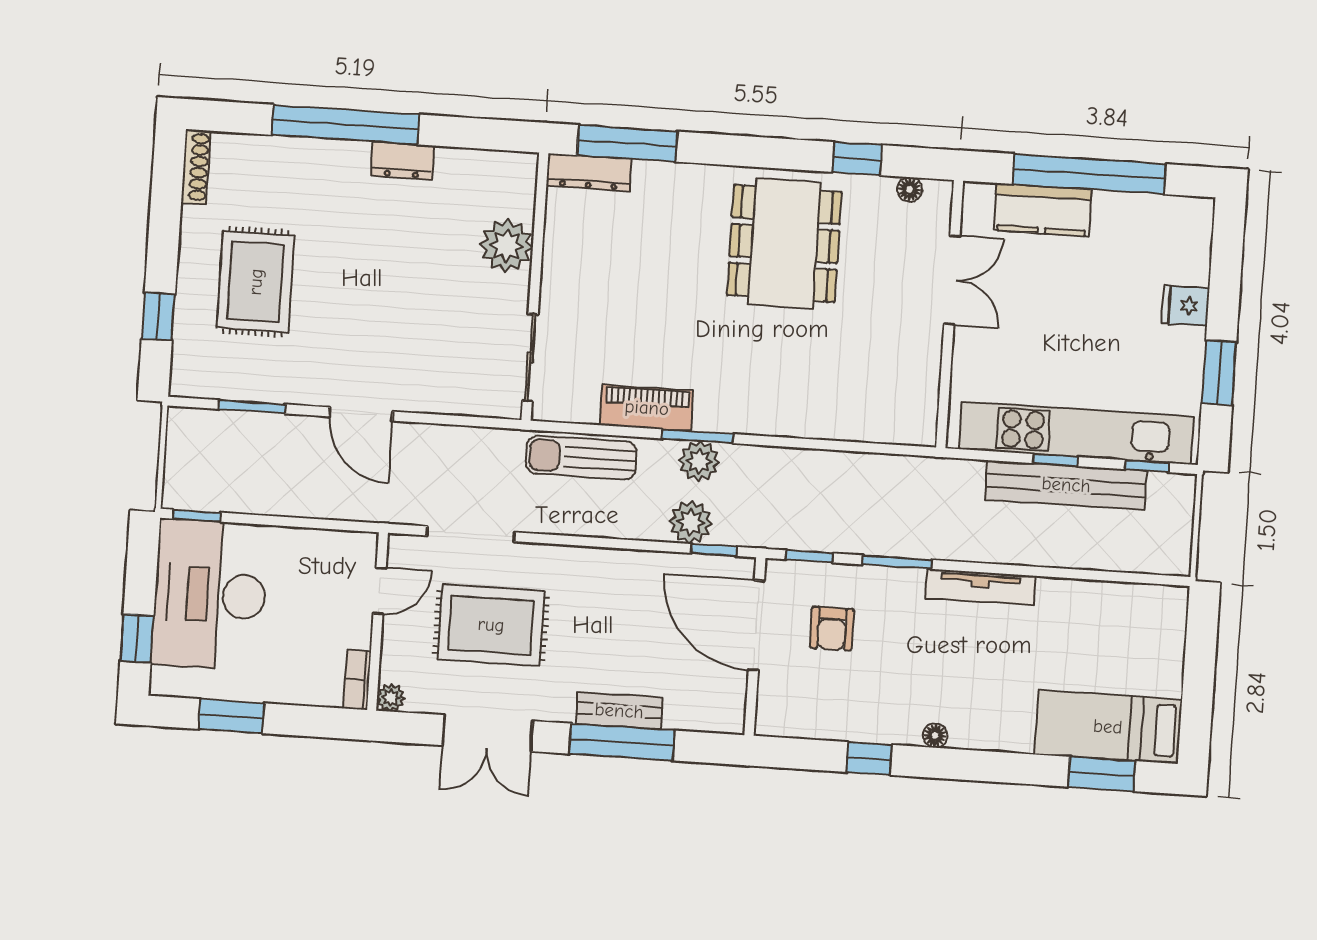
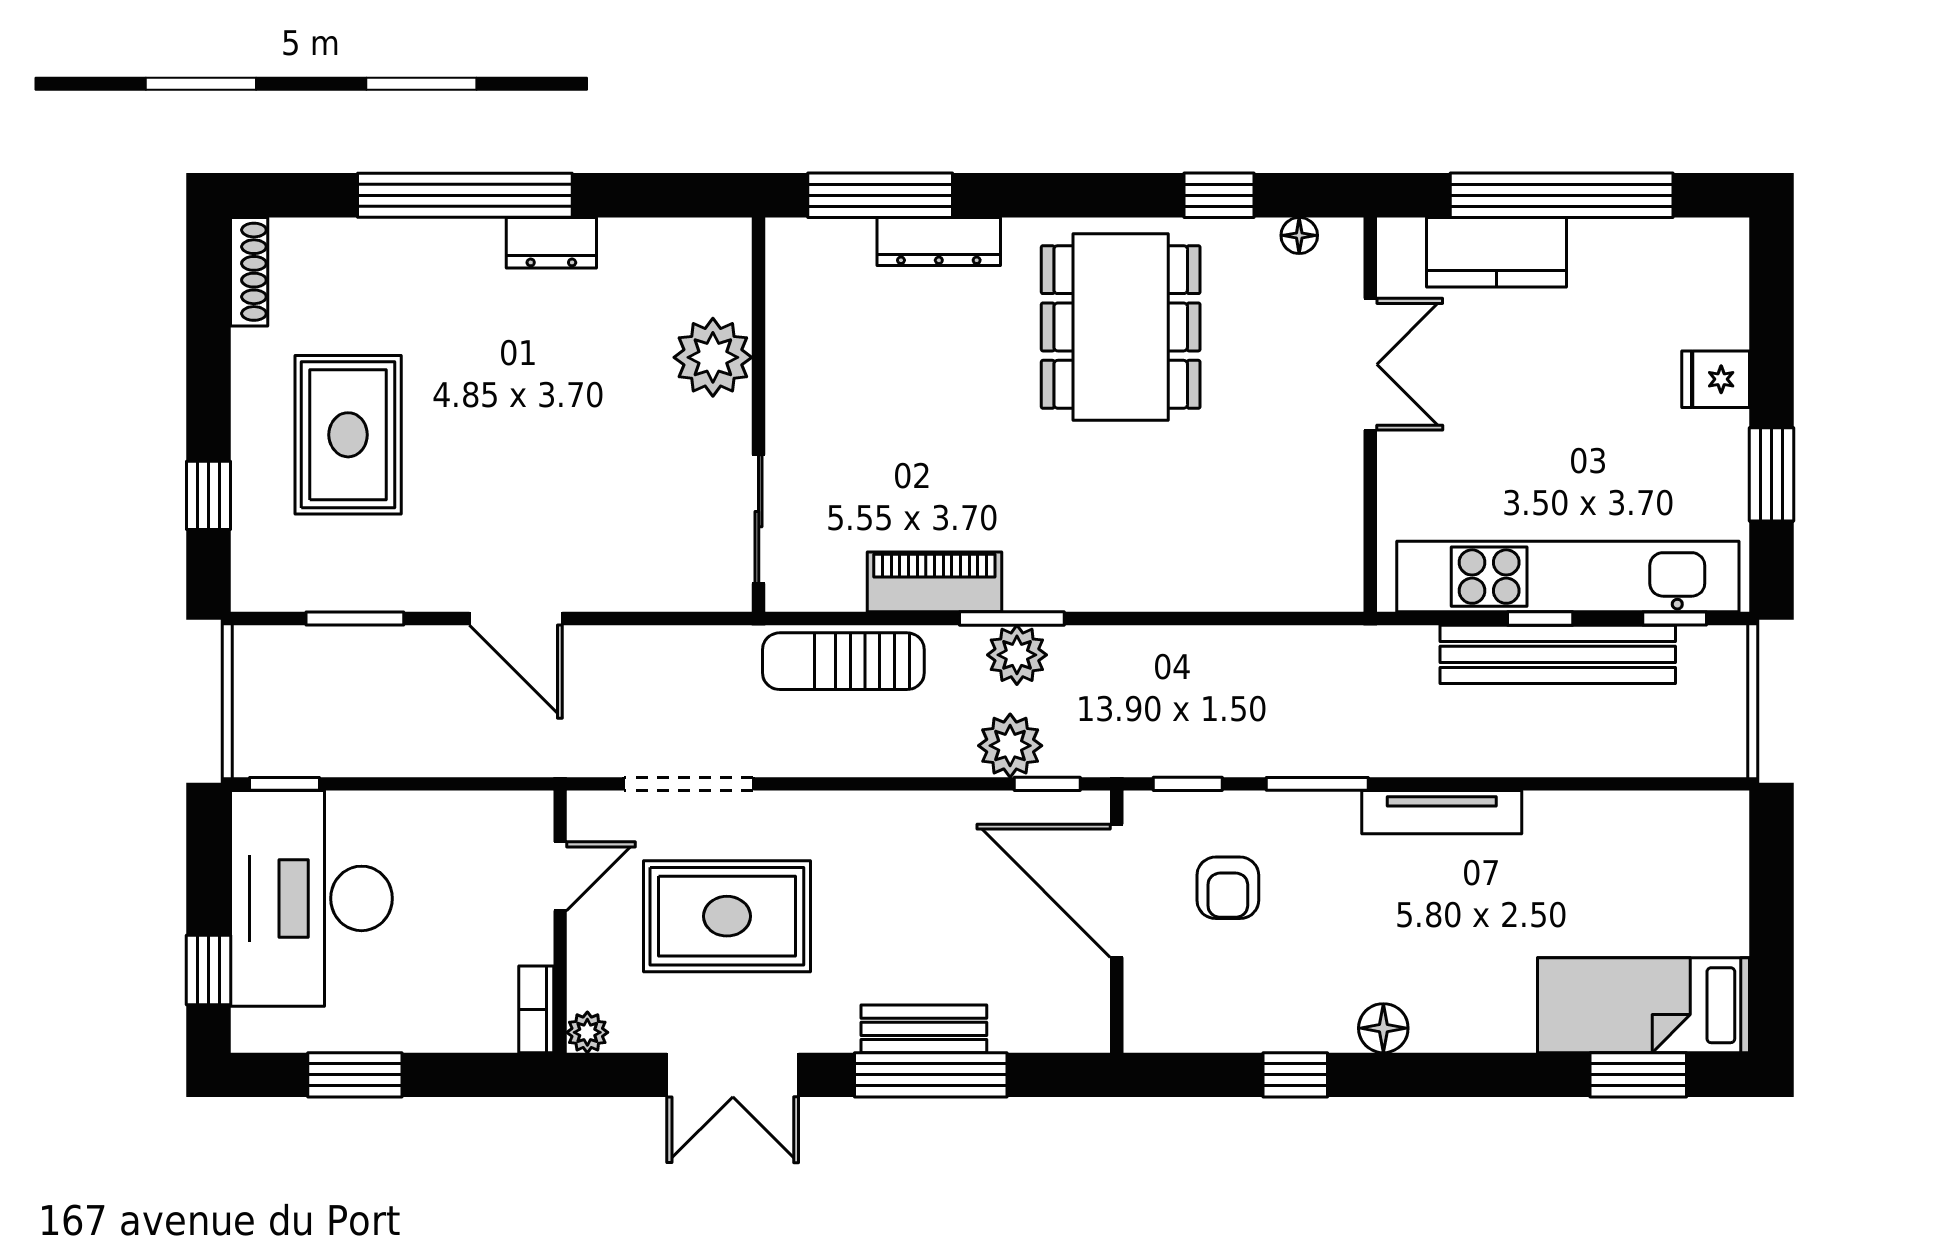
dresser: (589, 172) -> (939, 241), moved
floor lamp: (935, 736) -> (1383, 1028), width x1.37, depth x1.37

